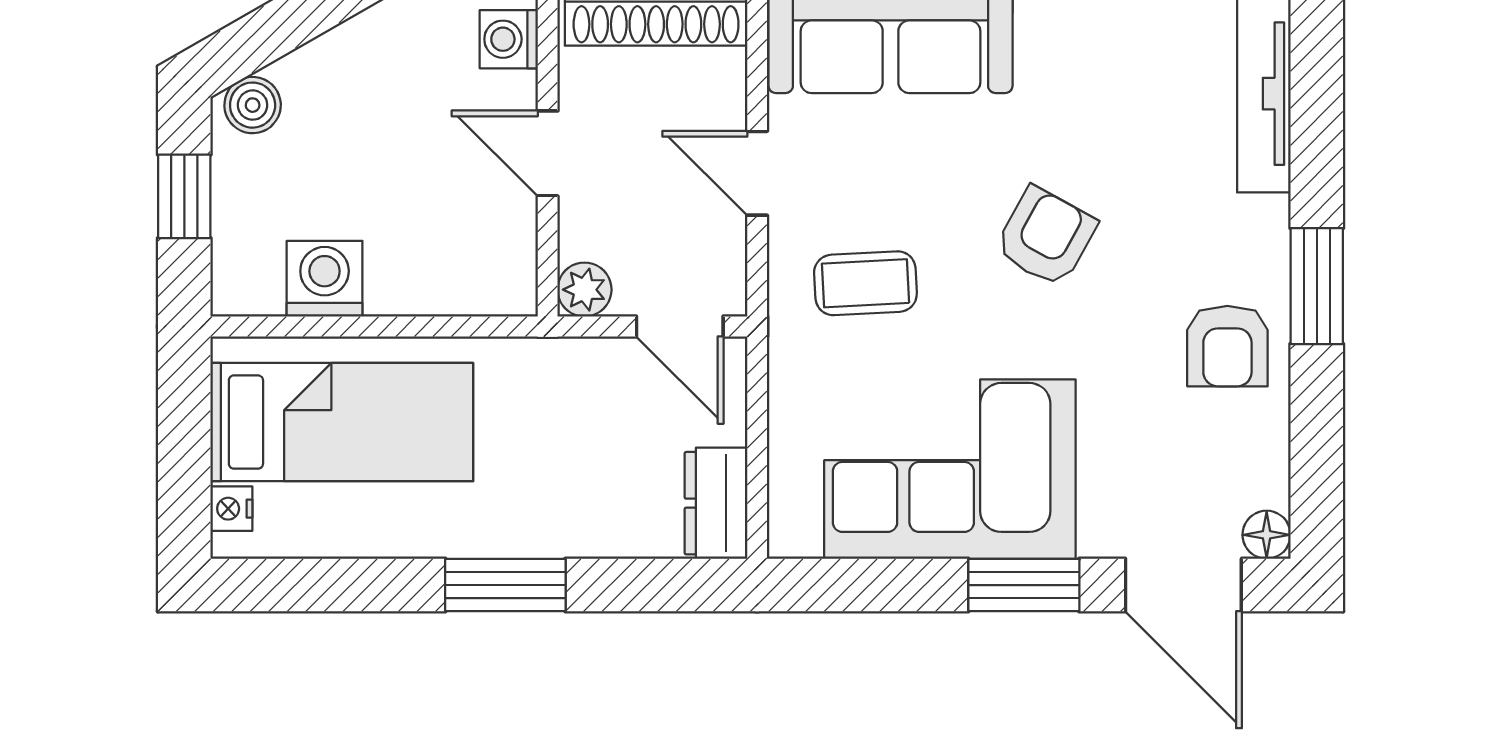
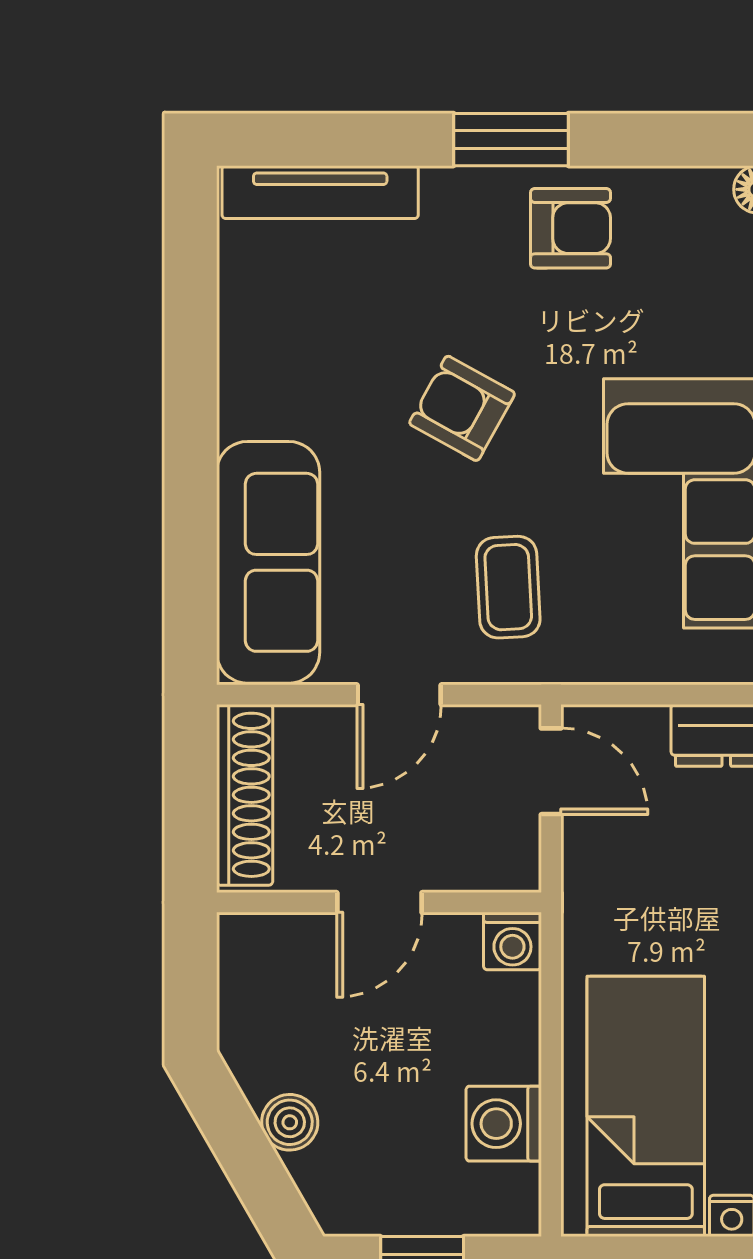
washing machine: (509, 39) -> (512, 941), moved
boiler: (253, 105) -> (290, 1122), moved
plant: (584, 290) -> (514, 866), removed
door: (680, 326) -> (551, 771), hinge flipped

